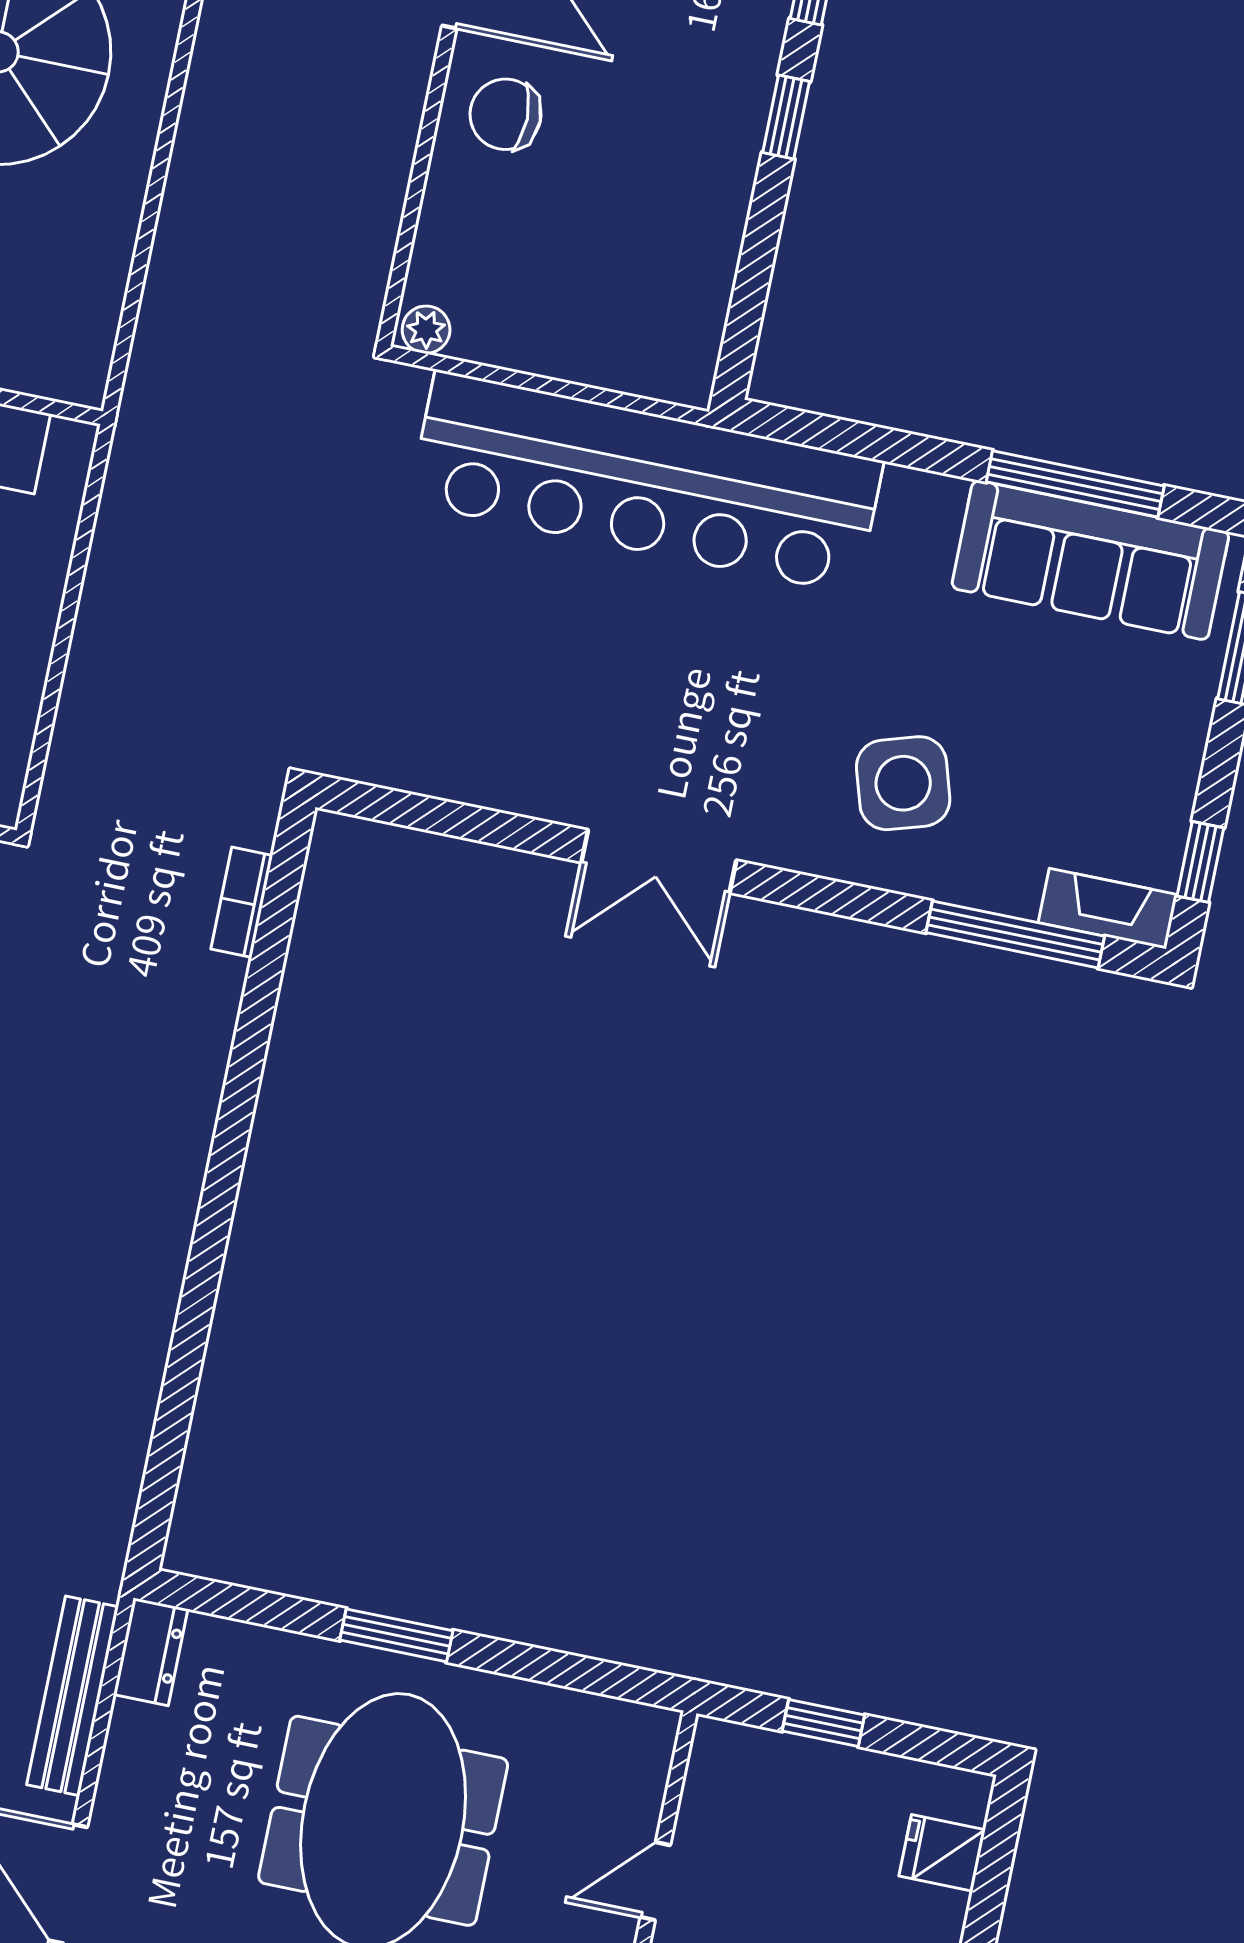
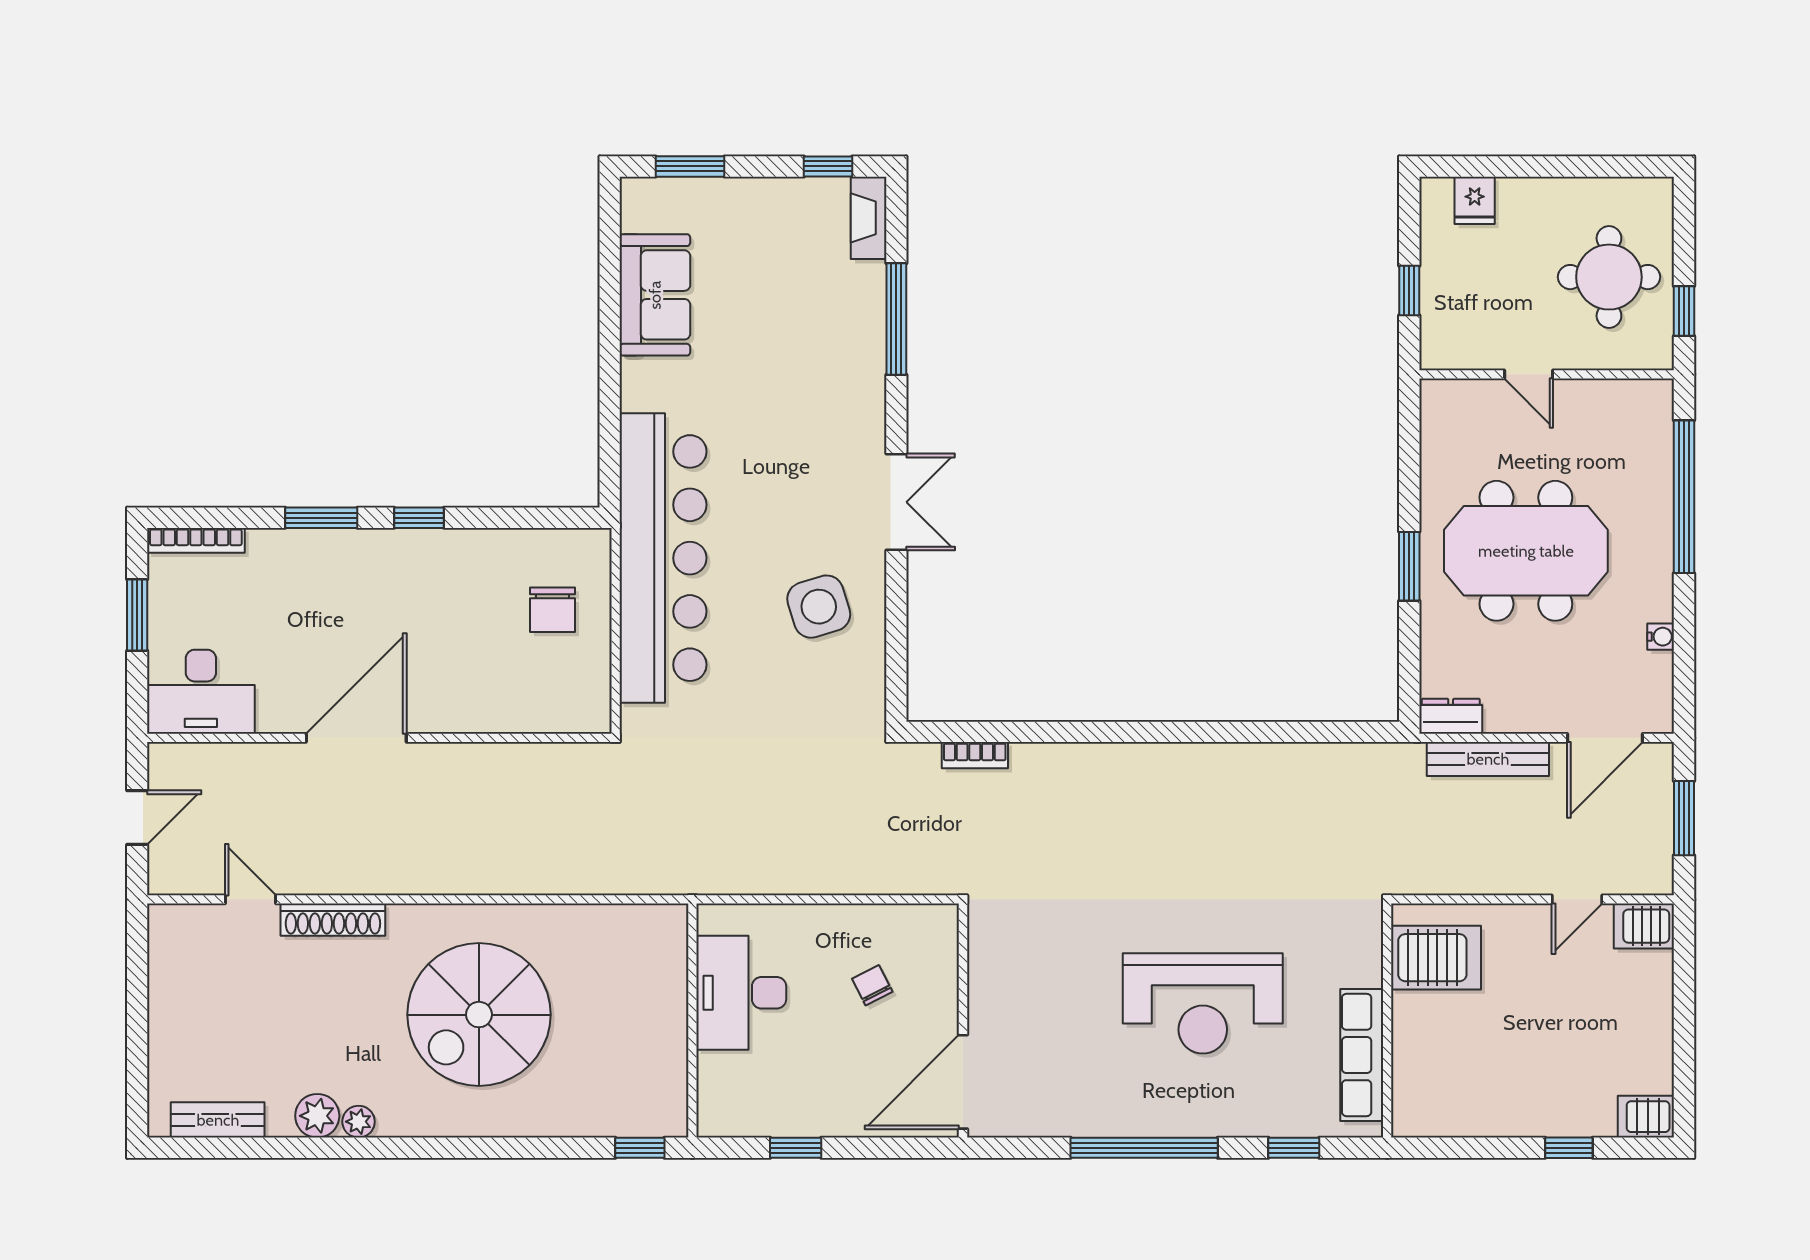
chair: (505, 114) -> (553, 610), moved
plant: (426, 330) -> (597, 714), removed
window: (1075, 484) -> (610, 292), removed
sofa: (1090, 560) -> (655, 295), width x0.73
side table: (903, 783) -> (819, 607), moved
window: (1015, 934) -> (896, 319), moved

